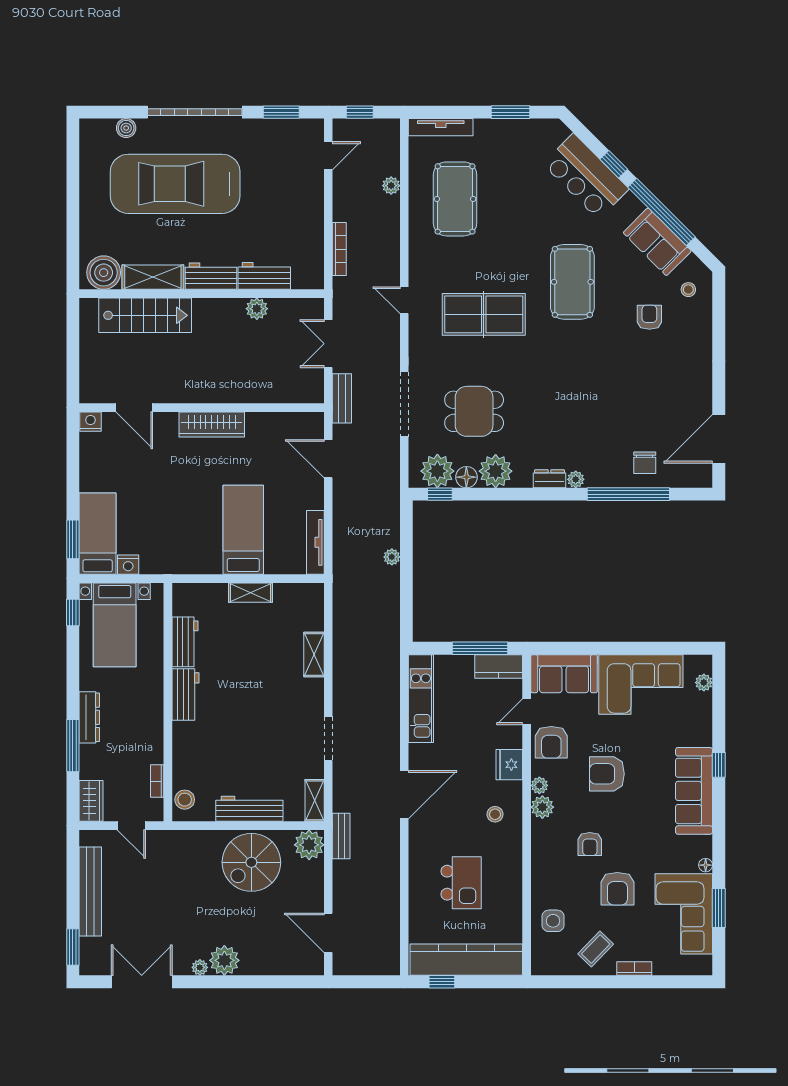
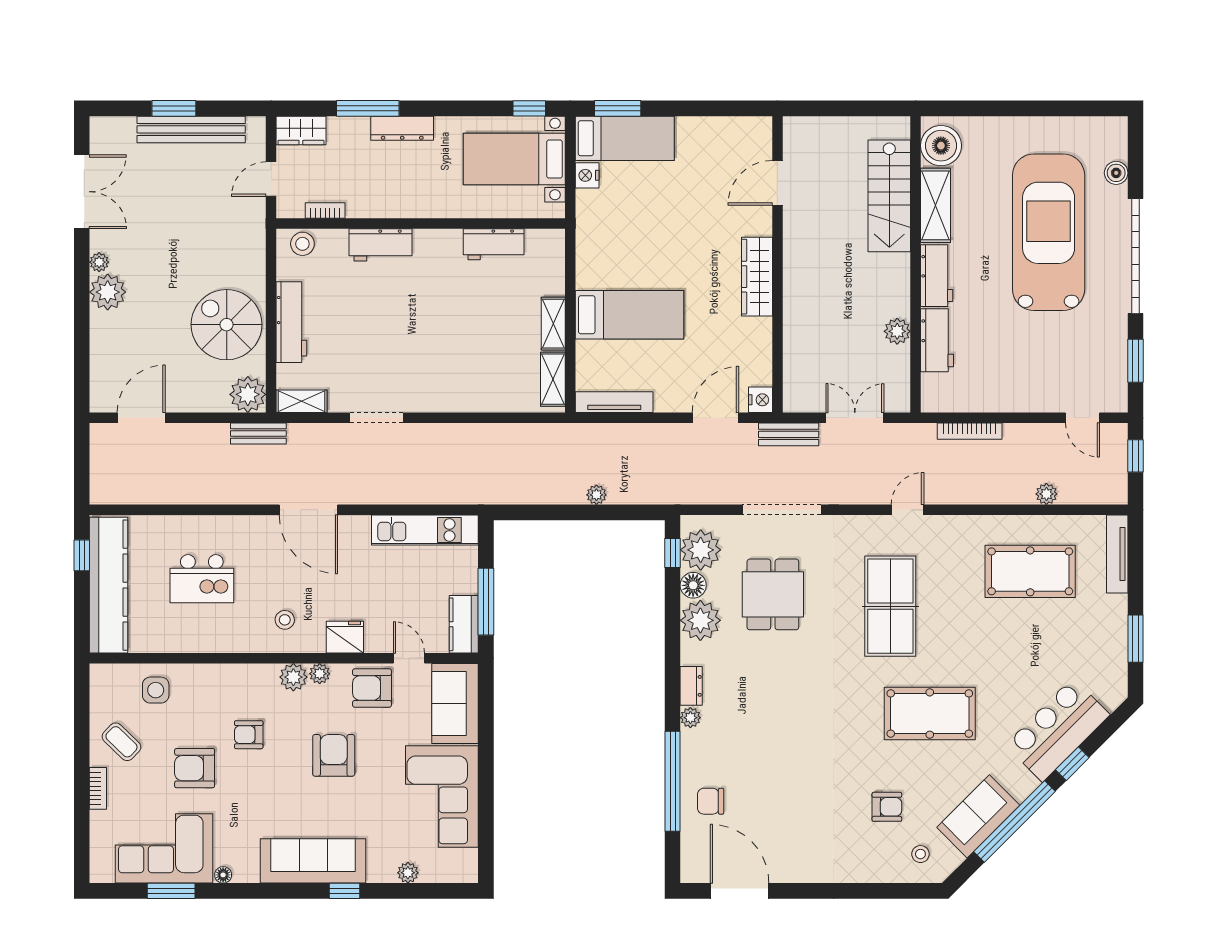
nightstand: (90, 422) -> (760, 400), moved
shelving: (314, 655) -> (553, 379), moved, turned 90
plant: (704, 683) -> (408, 873), moved
workbench: (185, 695) -> (381, 245), moved
window: (73, 947) -> (174, 108), moved

